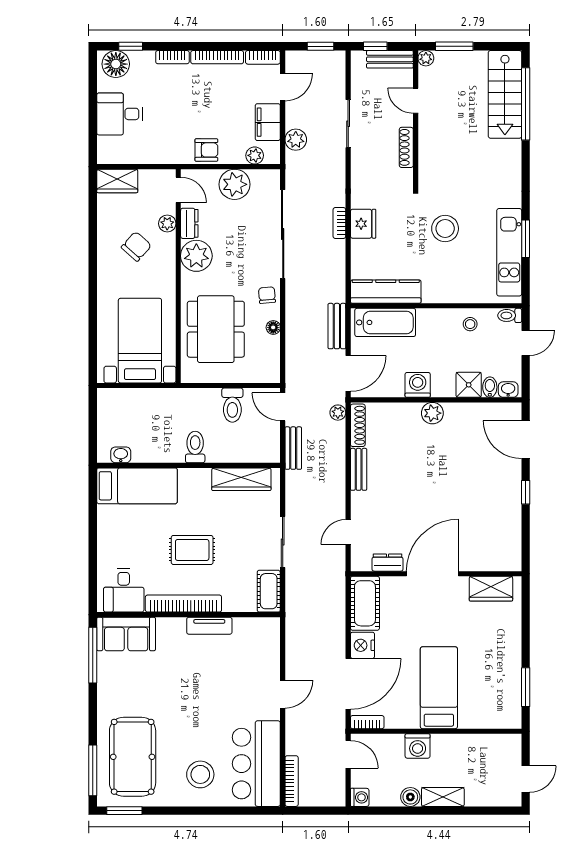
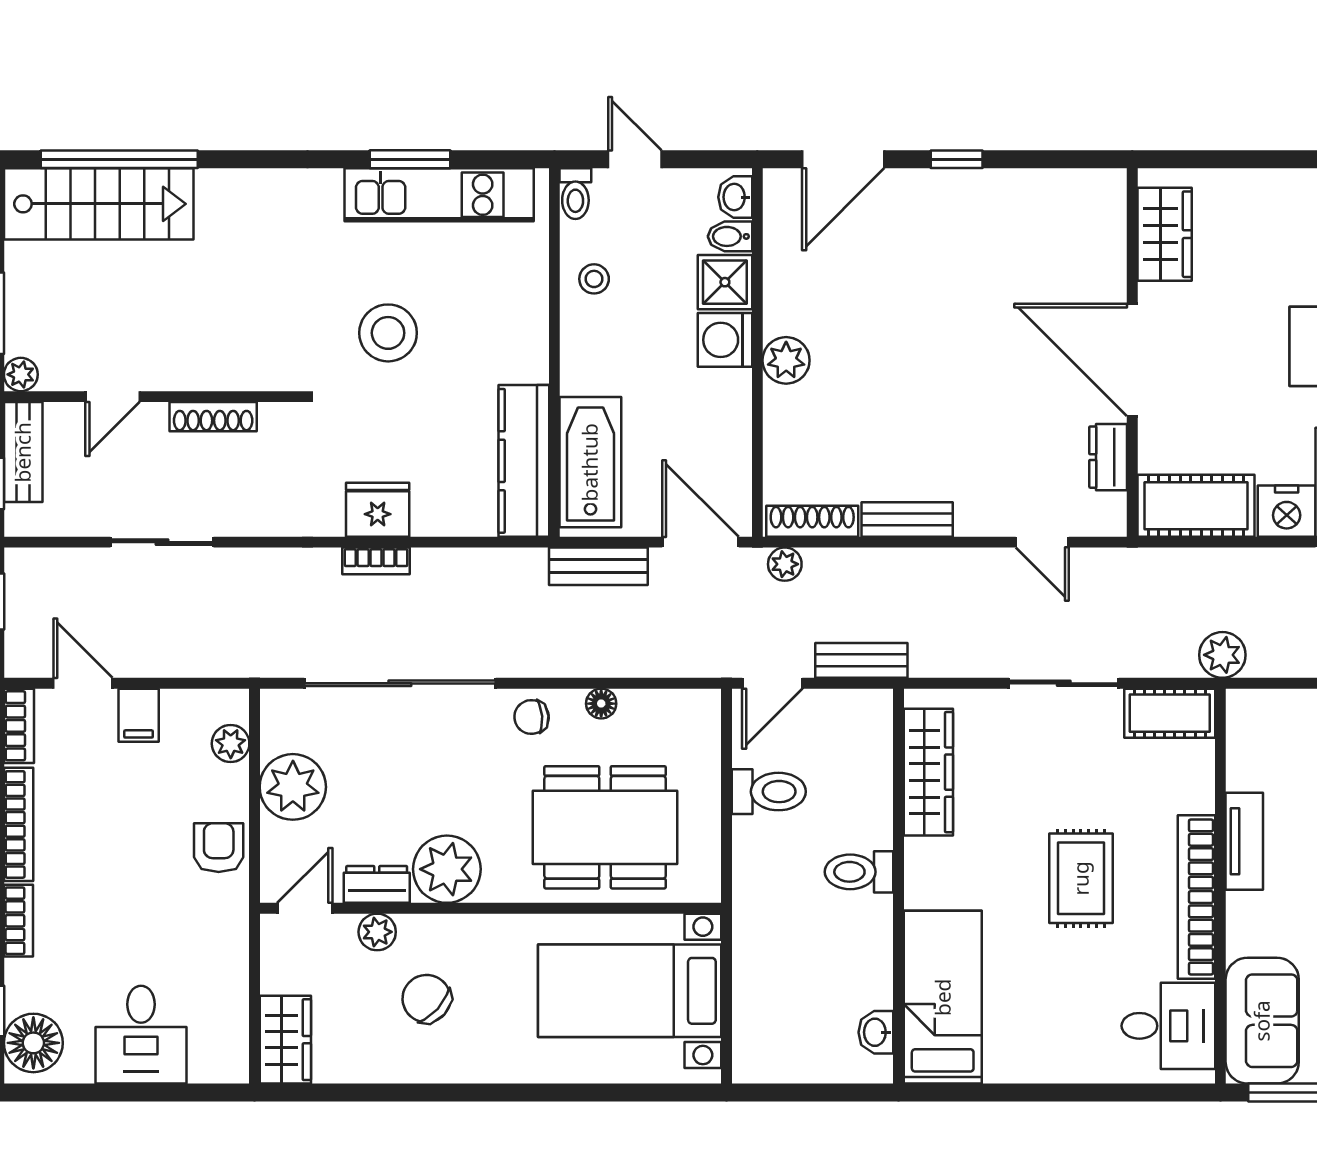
filing cabinet: (268, 122) -> (139, 715), width x0.50
plant: (296, 140) -> (1222, 655), moved
washing machine: (418, 385) -> (725, 340), moved

